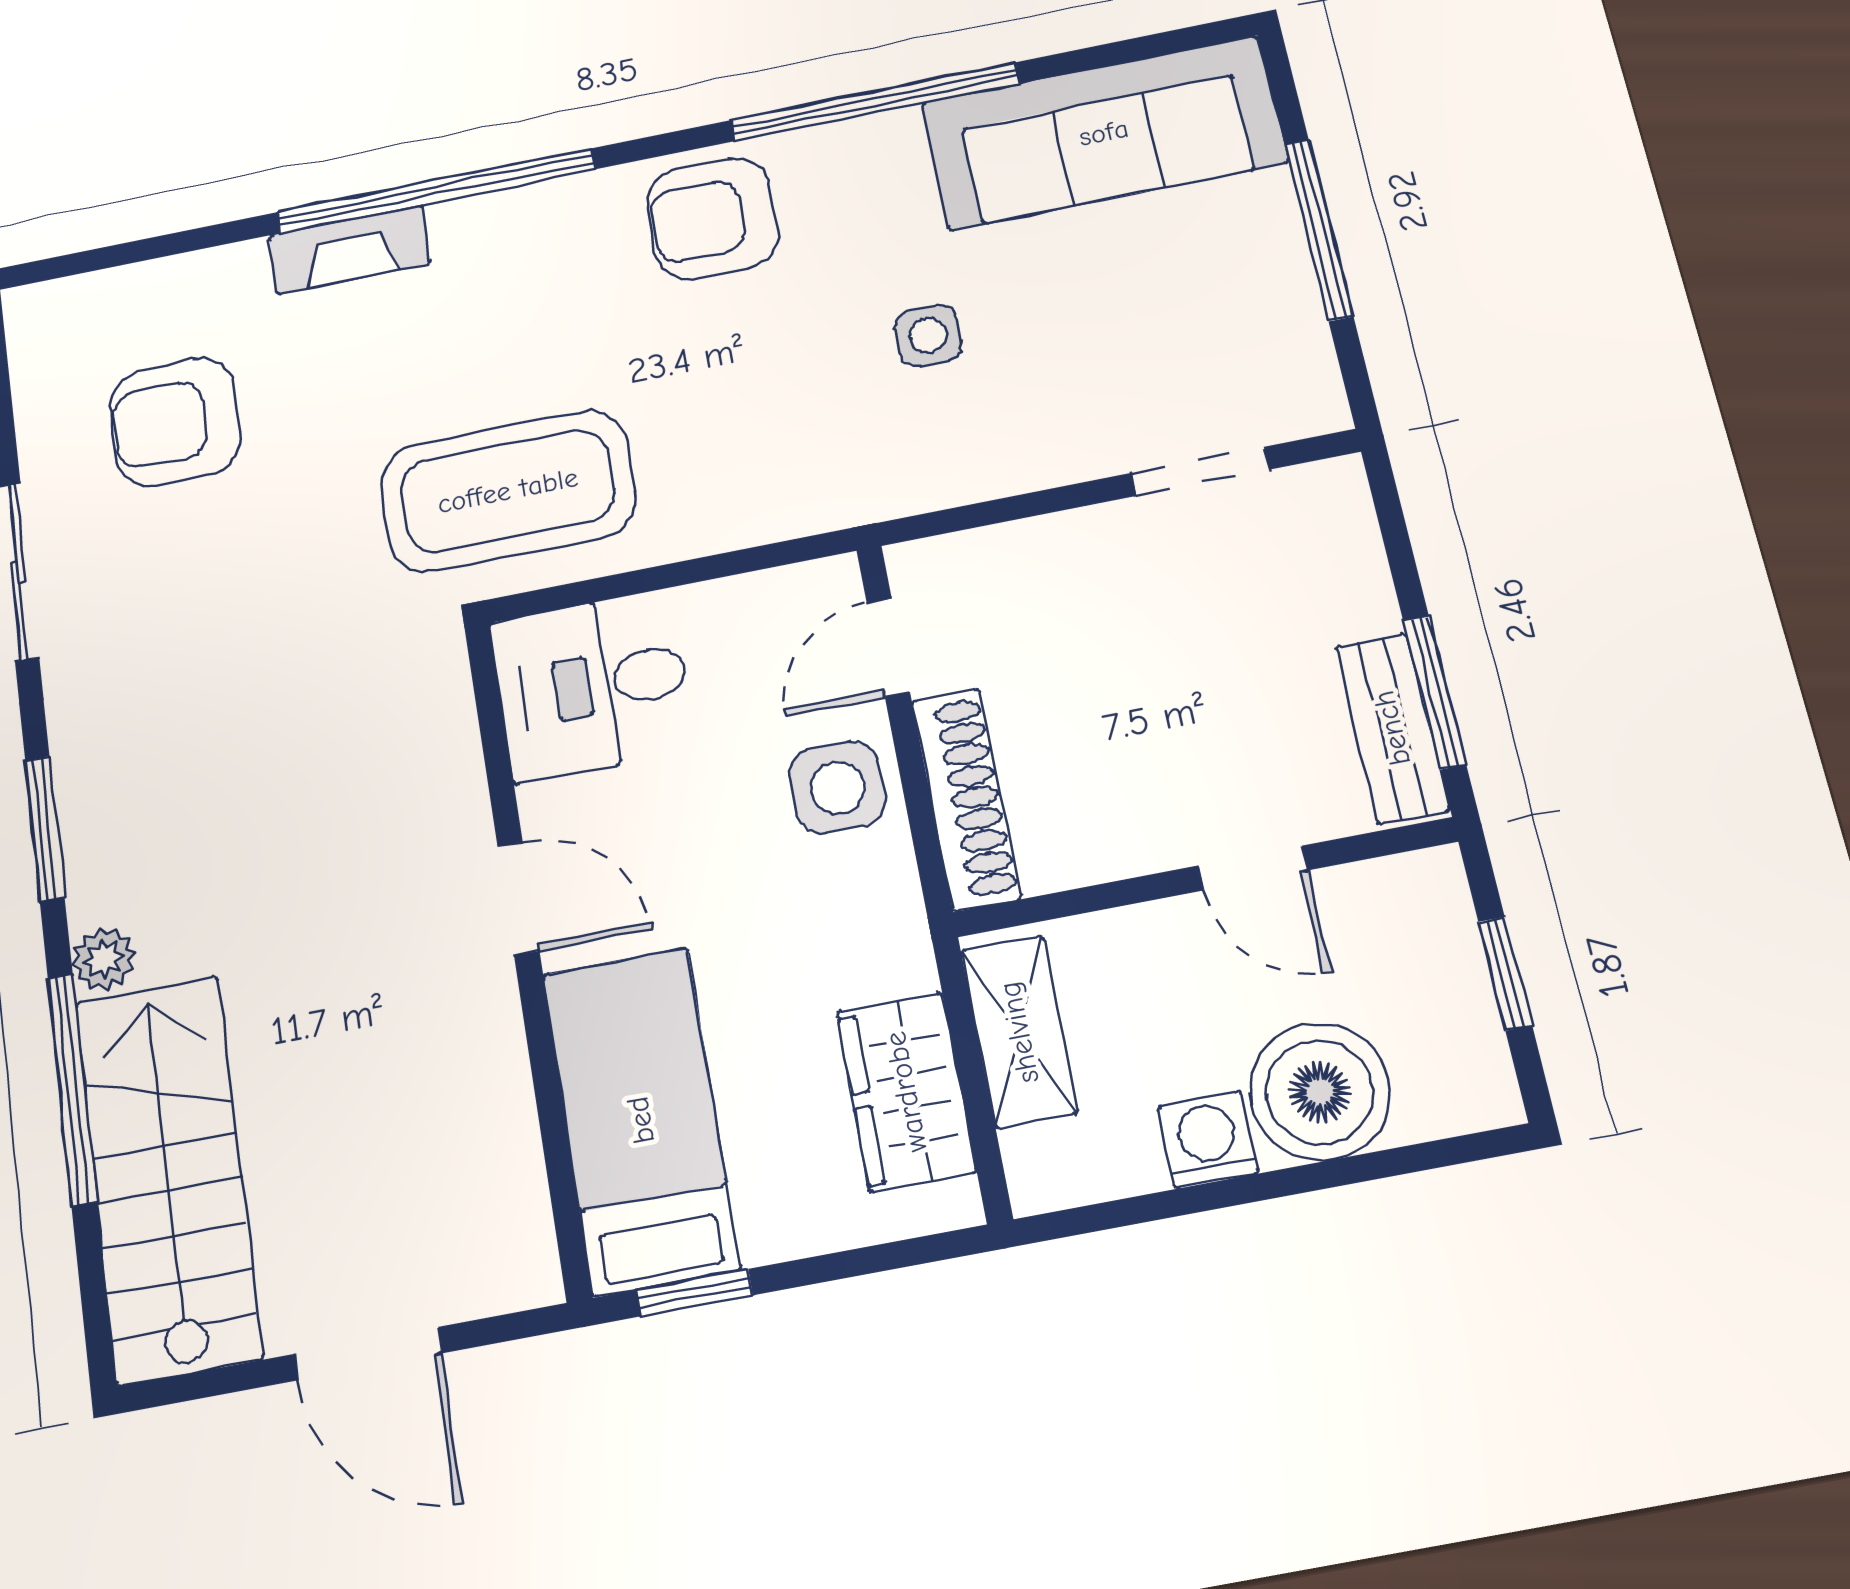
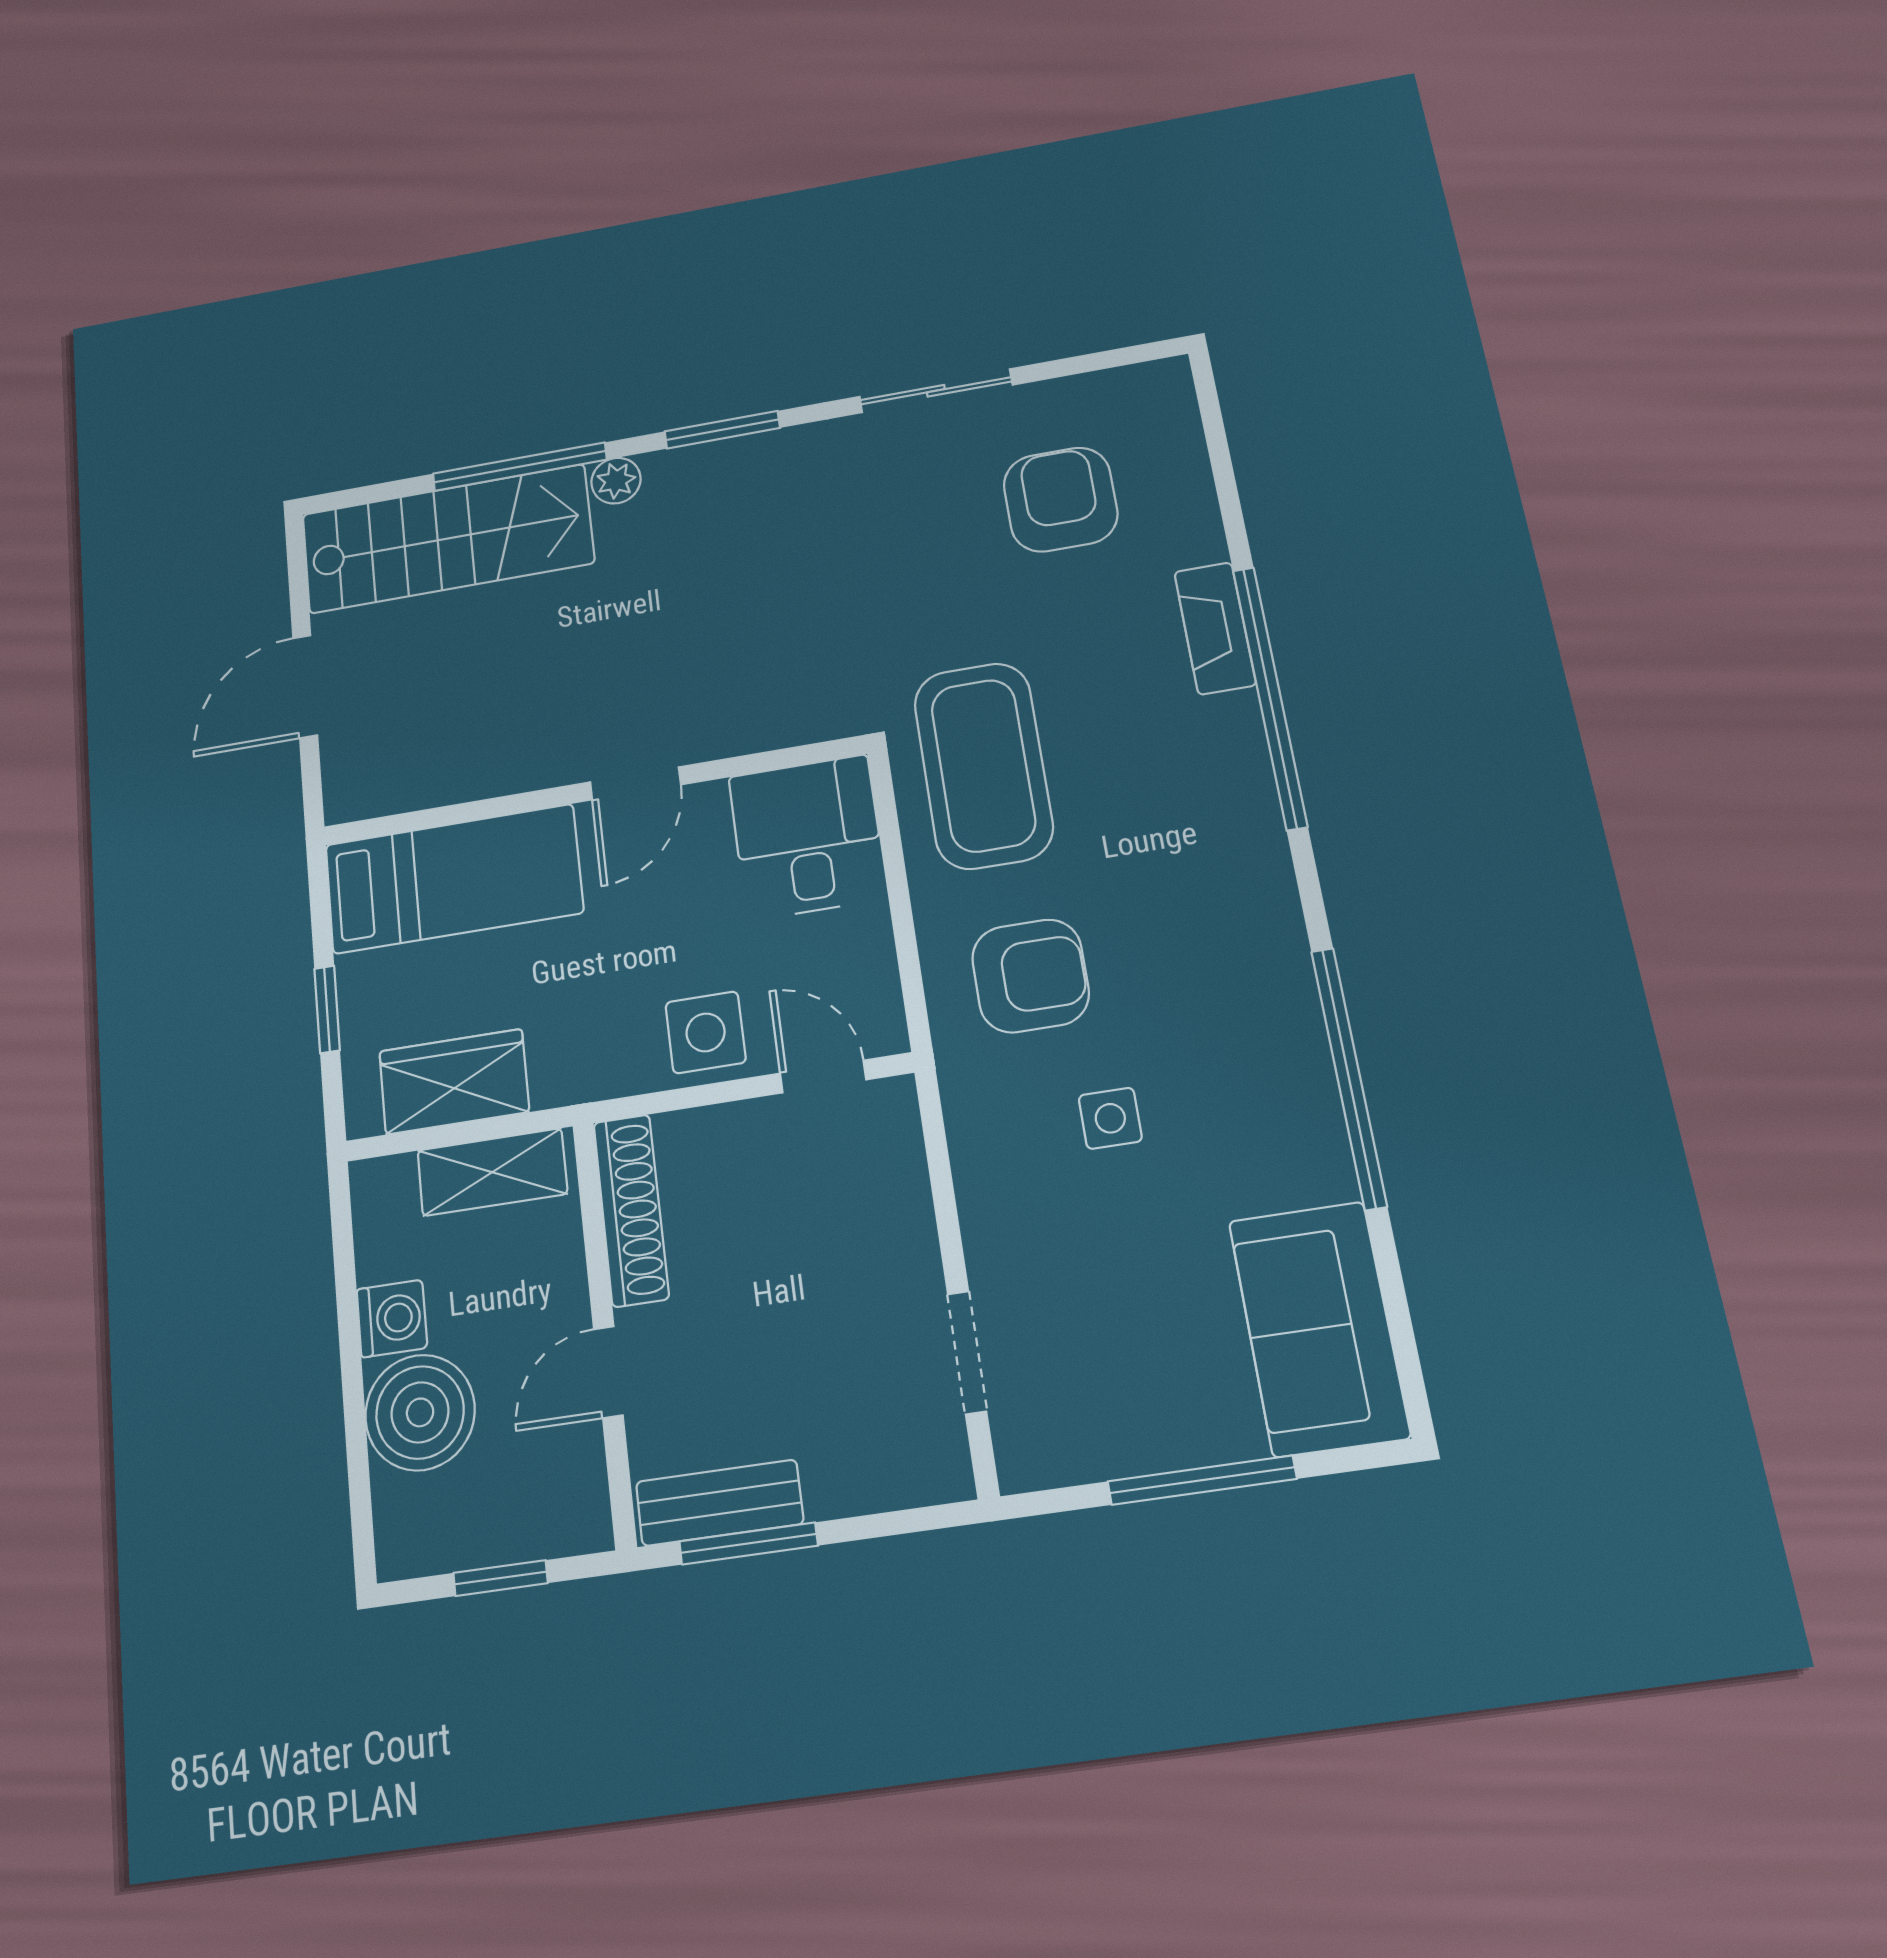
sofa: (1104, 133) -> (1319, 1328), width x0.73
armchair: (712, 218) -> (1030, 976), moved, turned 90
shoe rack: (966, 799) -> (631, 1210), moved, turned -90
window: (694, 1293) -> (327, 1009), moved

